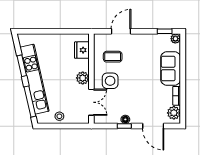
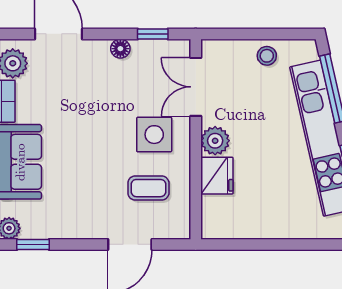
fridge: (82, 50) -> (217, 176), moved
window: (124, 126) -> (153, 34), moved

